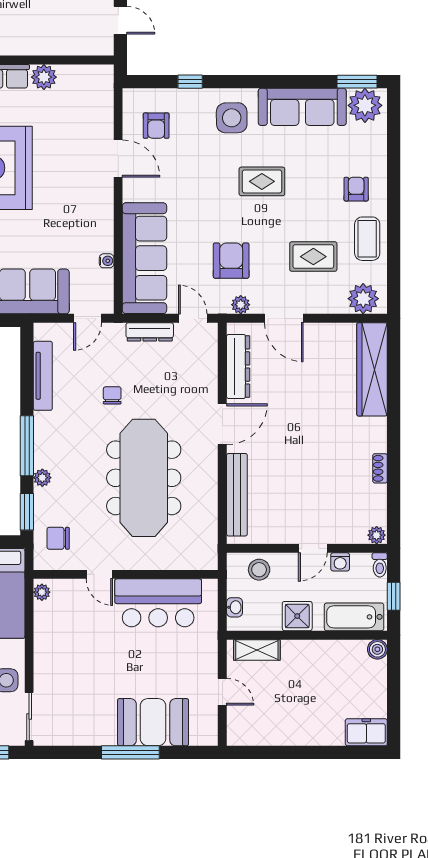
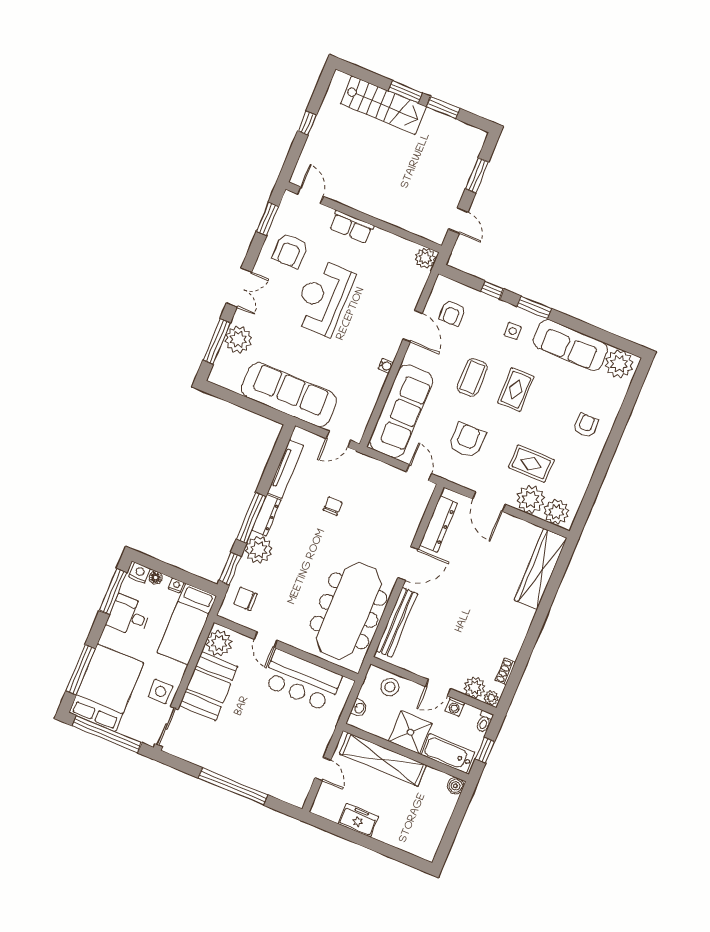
plant: (44, 77) -> (425, 258), moved
window: (357, 82) -> (534, 307), moved
side table: (232, 118) -> (513, 331), width x0.54, depth x0.54
rug: (262, 181) -> (516, 390), turned 90
coffee table: (367, 239) -> (472, 377), moved
water cooler: (107, 261) -> (386, 366), moved
plant: (241, 305) -> (530, 499), moved, width x1.88, depth x1.88
dresser: (150, 332) -> (266, 515), moved, turned -90
shoe rack: (380, 468) -> (505, 672), moved
plant: (42, 478) -> (259, 550), width x1.88, depth x1.88
meeting table: (144, 478) -> (349, 611), moved
plant: (353, 531) -> (475, 687), added
plant: (42, 592) -> (219, 643), width x1.88, depth x1.88
shower: (297, 616) -> (410, 732), width x1.36, depth x1.36
shelving: (257, 650) -> (383, 759), width x2.20, depth x1.33
booth: (153, 722) -> (209, 686), moved, turned 90
freezer: (366, 732) -> (358, 820), moved
window: (130, 752) -> (233, 786), width x1.46

